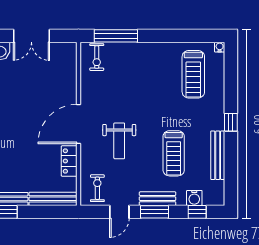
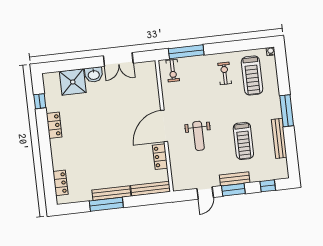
window: (231, 122) -> (287, 111), width x2.17
exercise bike: (97, 188) -> (225, 73), moved
water cooler: (194, 198) -> (264, 175), removed

